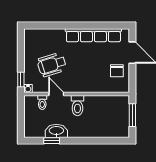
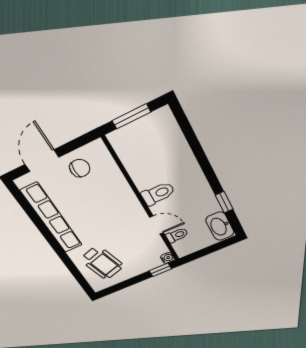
wheelchair: (52, 65) -> (102, 263), moved
door: (56, 94) -> (156, 225), swing flipped
washbasin: (56, 131) -> (220, 226), moved

